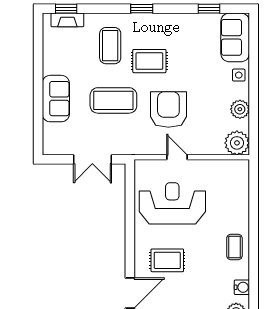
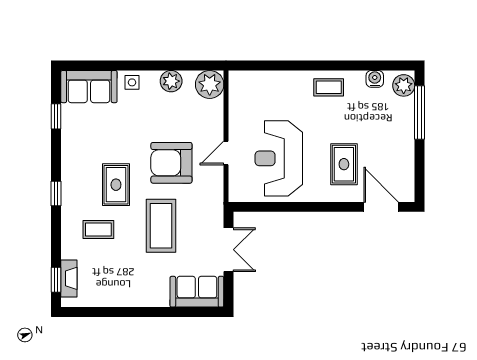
coffee table: (110, 46) -> (98, 230), width x0.73, depth x0.77
sofa: (56, 99) -> (197, 292), moved

